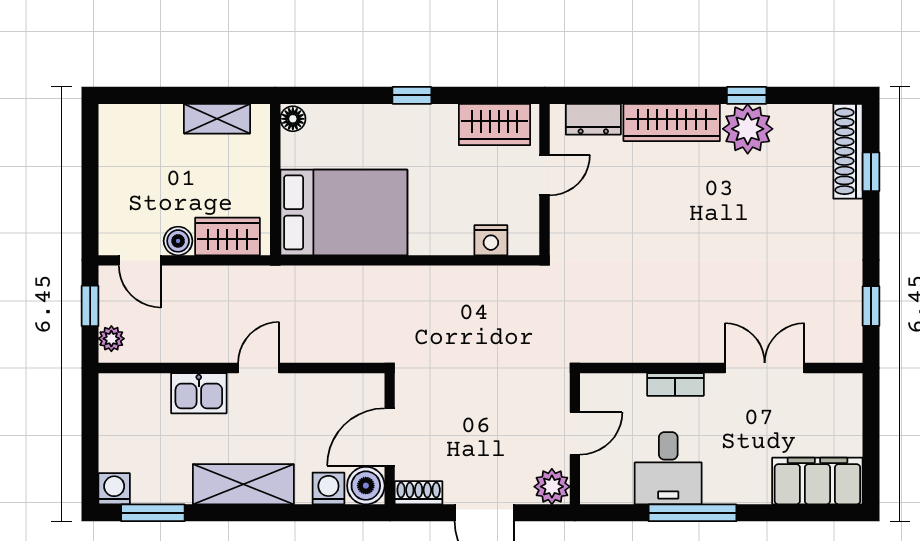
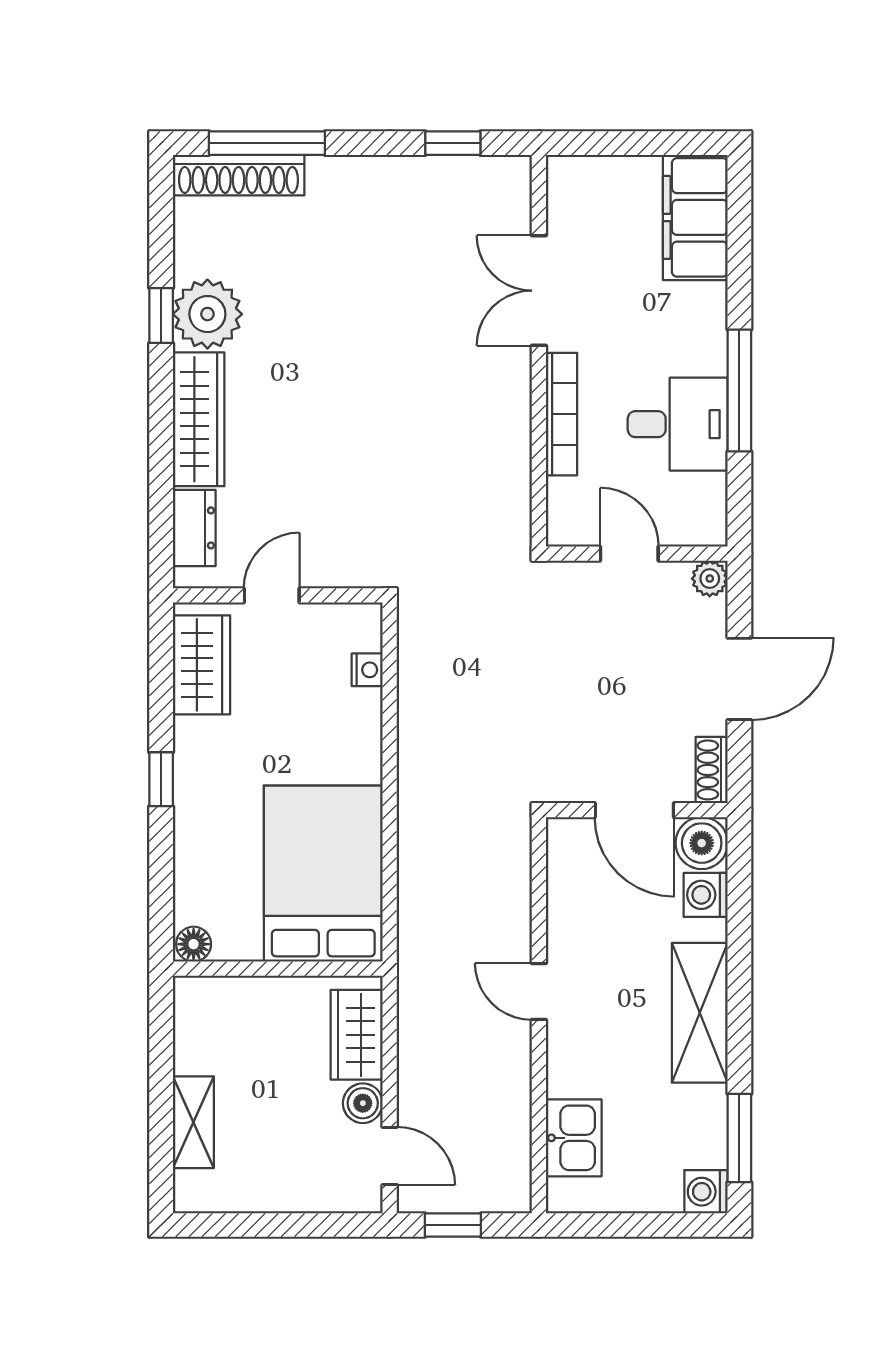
shelving: (217, 119) -> (193, 1122), moved
window: (871, 172) -> (267, 143), width x2.17
door: (545, 175) -> (272, 595), hinge flipped
nightstand: (491, 240) -> (367, 670), width x0.72, depth x0.74
door: (140, 260) -> (390, 1156), hinge flipped
plant: (111, 339) -> (498, 1196), removed
bookcase: (675, 384) -> (562, 414), width x1.56
kitchen sink: (199, 393) -> (574, 1138), moved
plant: (552, 487) -> (710, 579), width x0.73, depth x0.73

